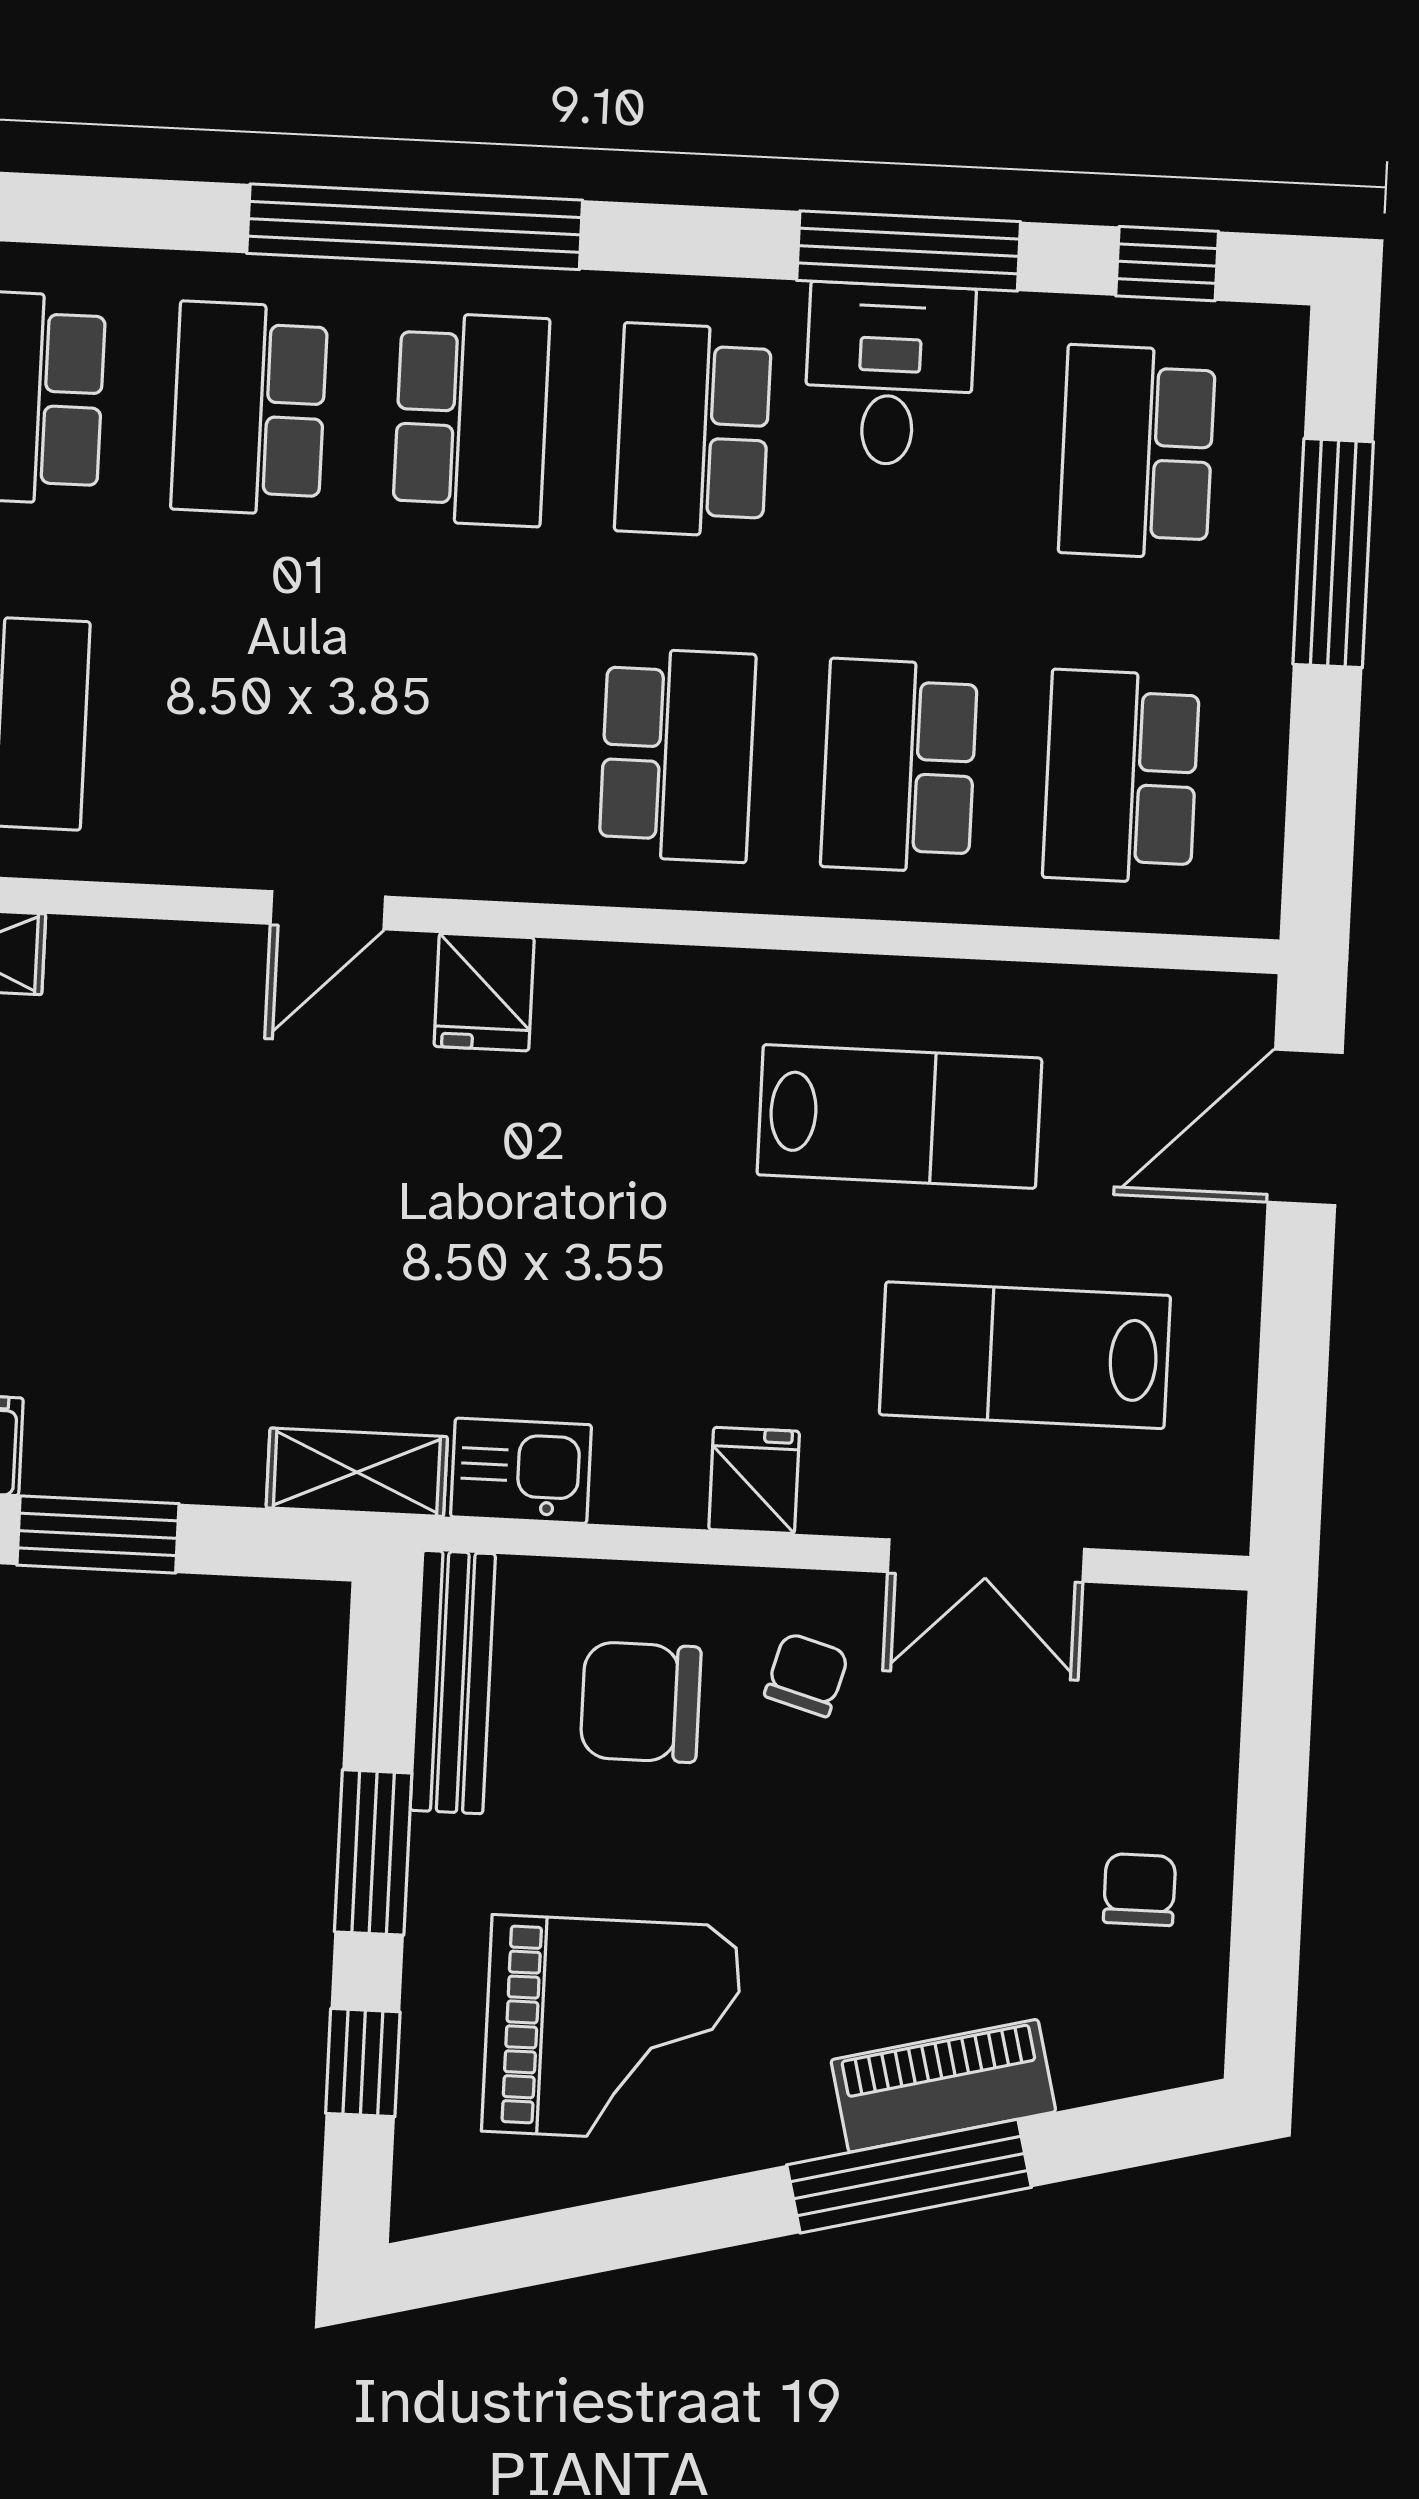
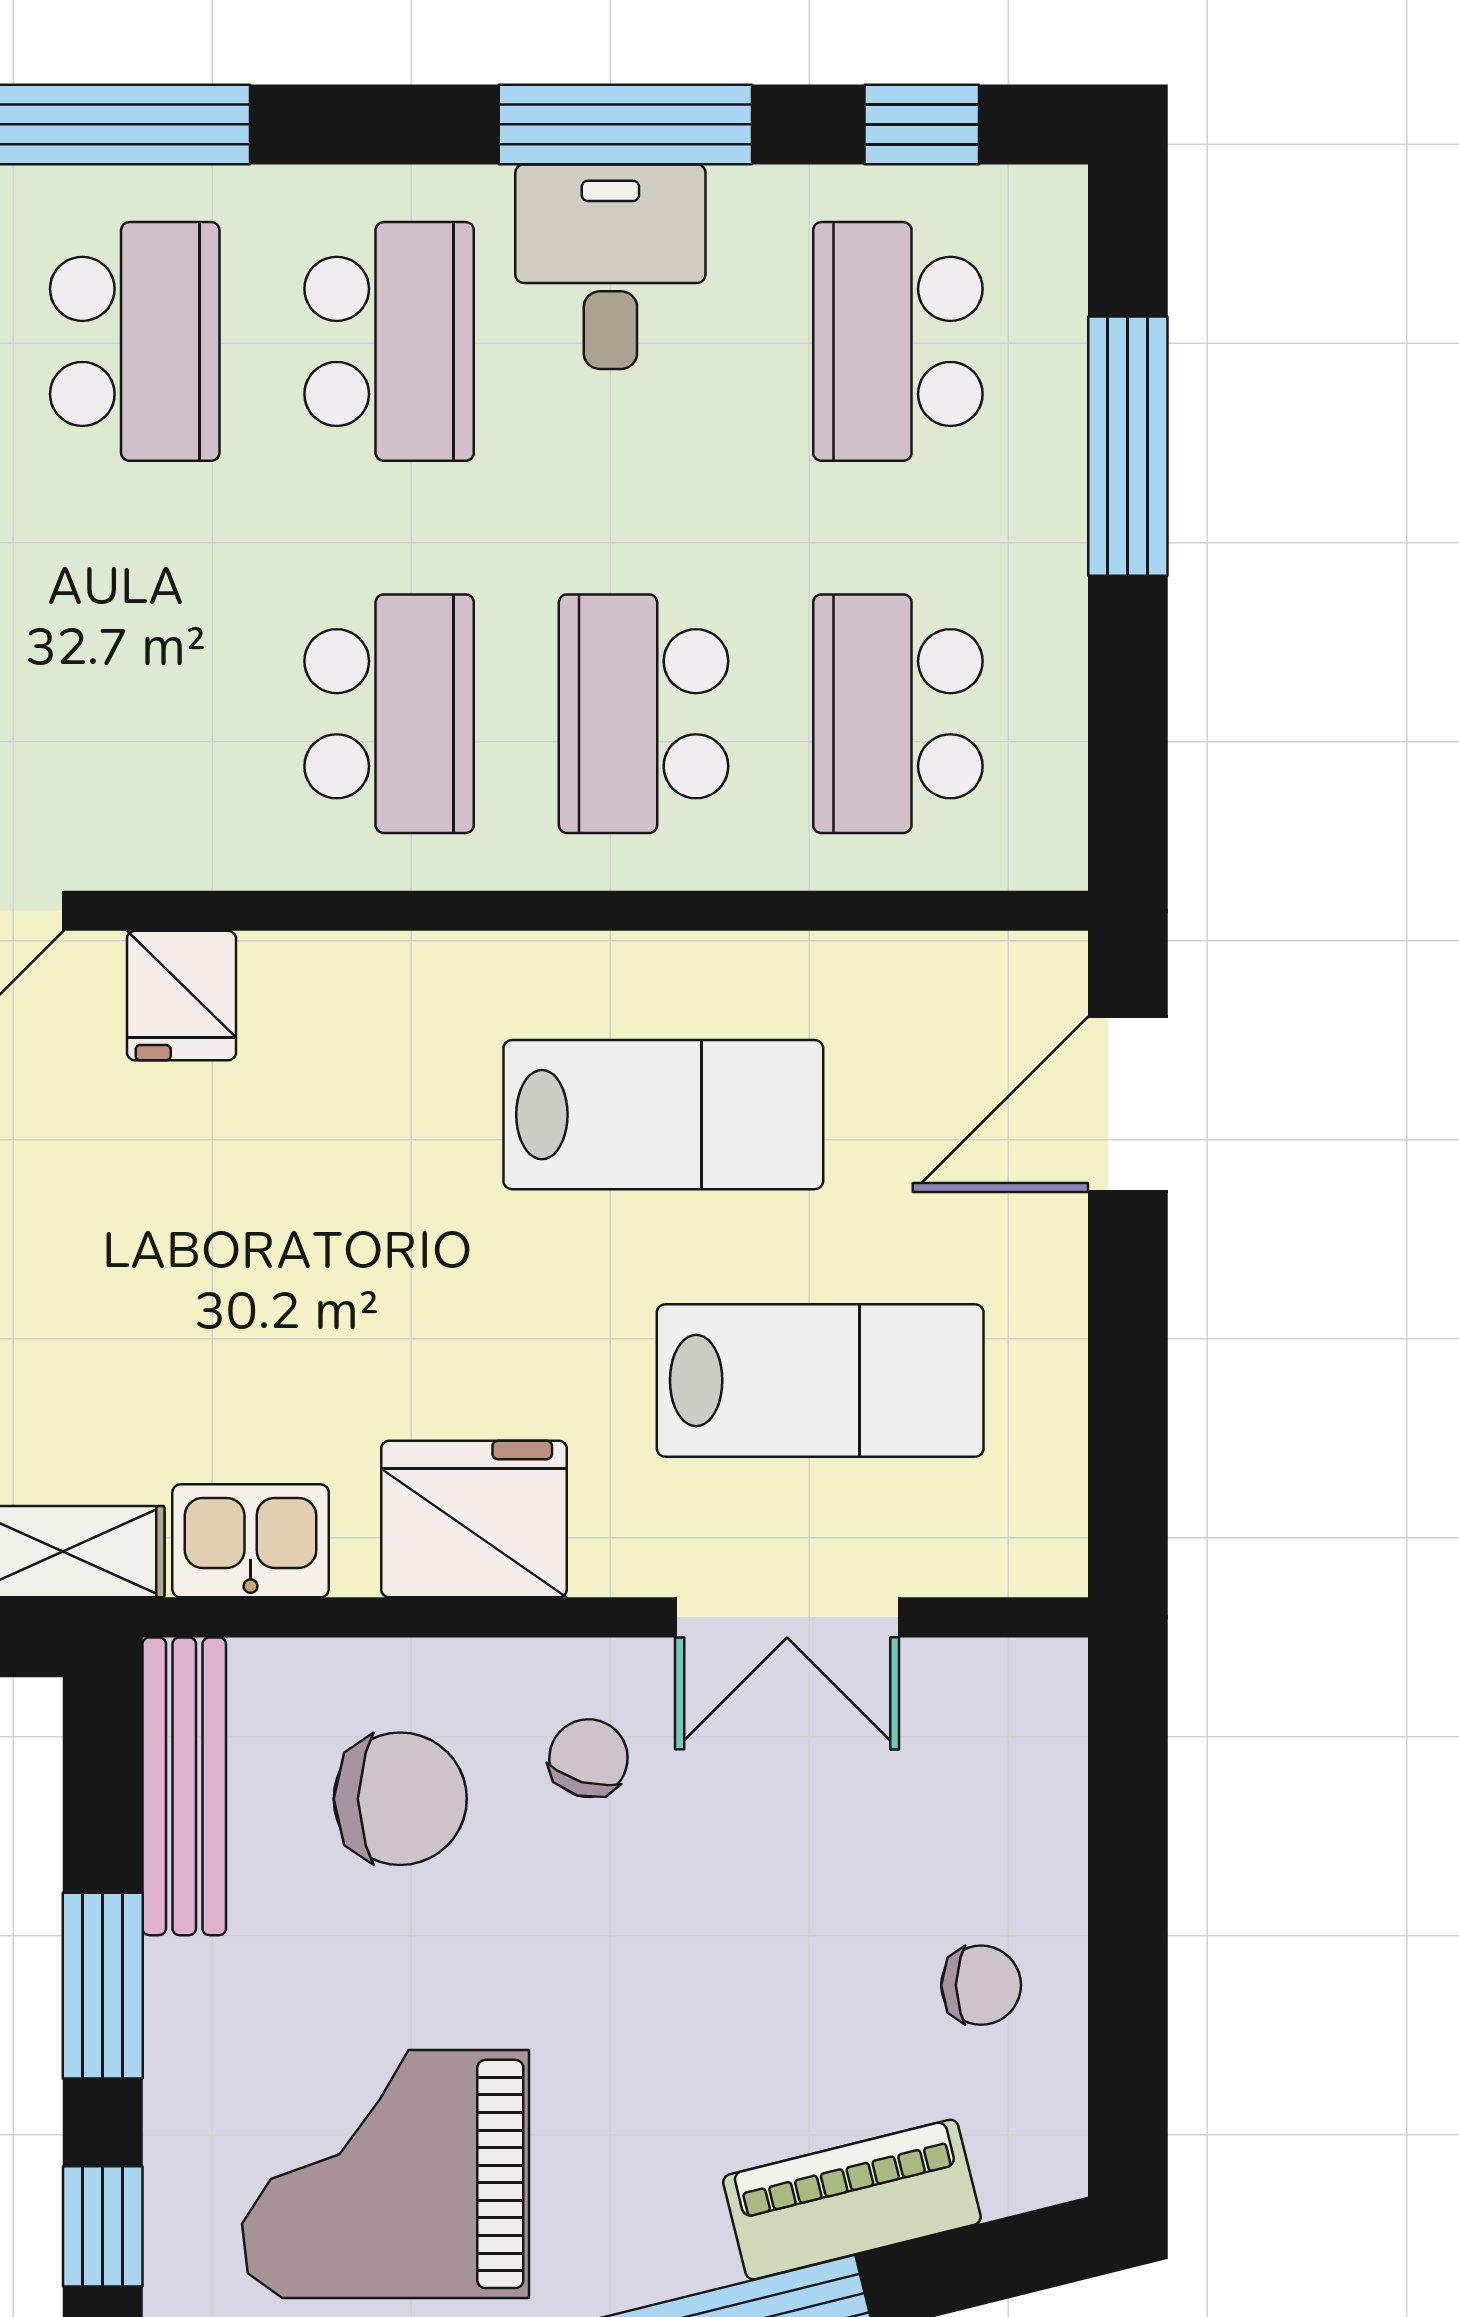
school desk: (693, 430) -> (389, 341), turned 180
lab bench: (1025, 1355) -> (820, 1380), turned 180
fridge: (754, 1480) -> (474, 1519), width x1.88, depth x1.34
chair: (641, 1702) -> (400, 1799), turned 180
chair: (1139, 1890) -> (981, 1985), turned 90
grand piano: (612, 2029) -> (386, 2174), turned 180
piano: (943, 2086) -> (852, 2200), moved

